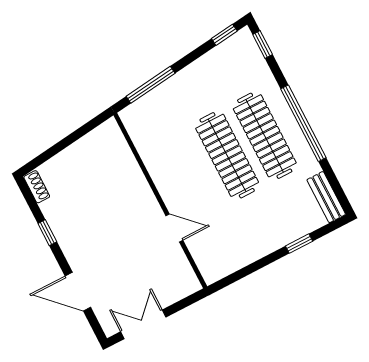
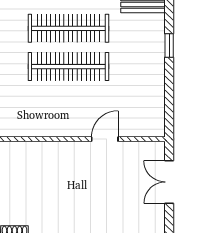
double door: (143, 324) -> (169, 182), moved

